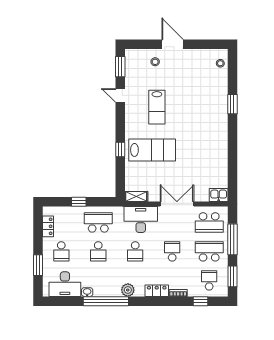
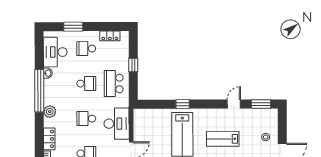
shelving: (136, 197) -> (138, 119), removed
school desk: (98, 222) -> (114, 84), turned 180
school desk: (98, 251) -> (86, 84), turned 180

